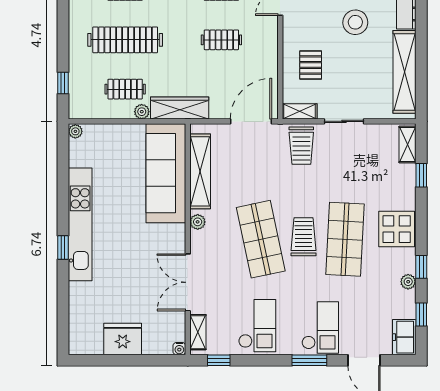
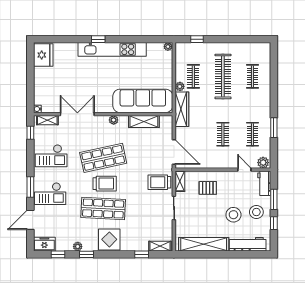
shelving: (200, 171) -> (144, 121), width x0.68
fridge: (123, 339) -> (43, 55), moved

